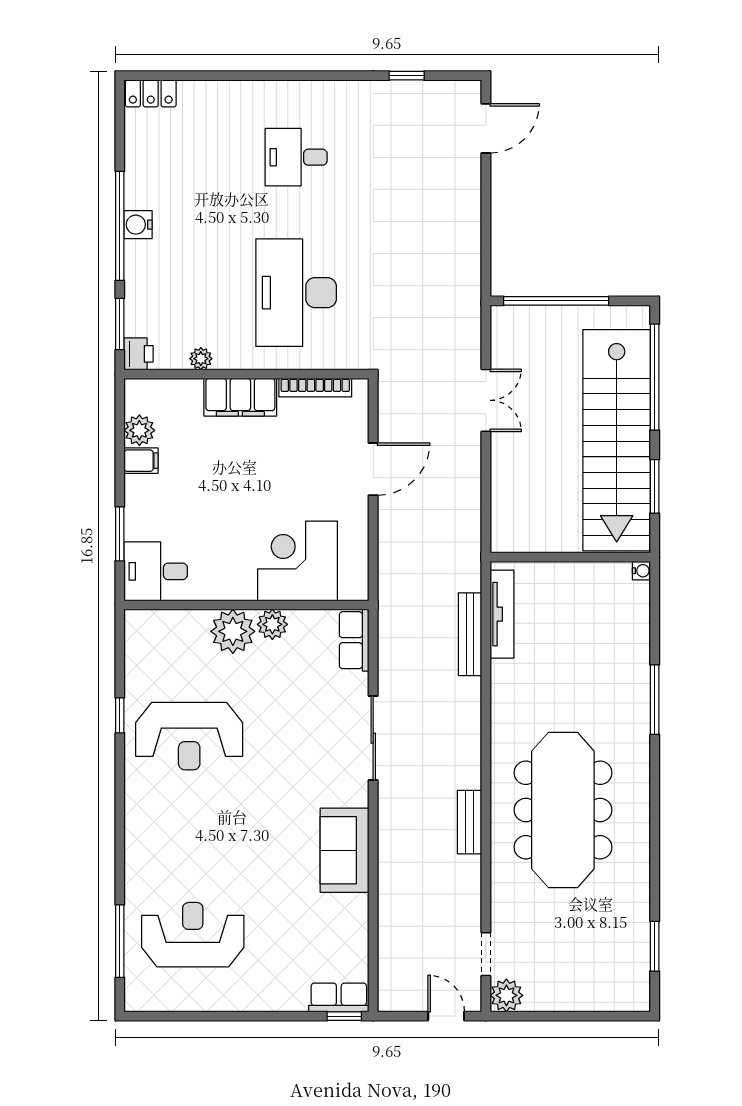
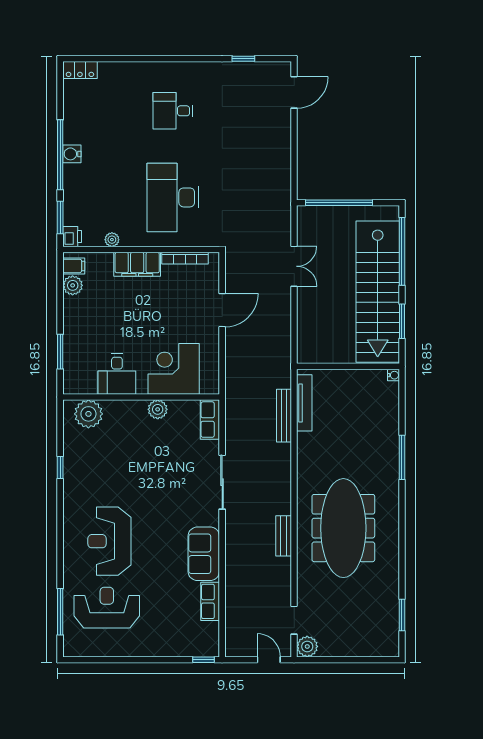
filing cabinet: (141, 461) -> (74, 266), moved
desk: (156, 571) -> (117, 374), moved, turned -90
plant: (233, 631) -> (88, 414), moved
reception desk: (189, 736) -> (109, 541), moved, turned 90
row of seats: (339, 997) -> (210, 601), moved, turned -90

